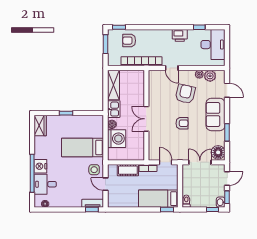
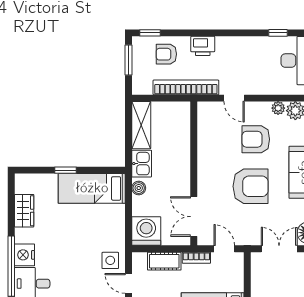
printer: (180, 35) -> (203, 46), moved
armchair: (185, 94) -> (256, 139), turned -103
double door: (146, 119) -> (194, 217), moved
armchair: (182, 123) -> (251, 186), width x1.88, depth x1.88
wardrobe: (40, 126) -> (24, 211), moved
washing machine: (117, 139) -> (146, 231), moved, turned -90
bed: (83, 147) -> (92, 188), moved

